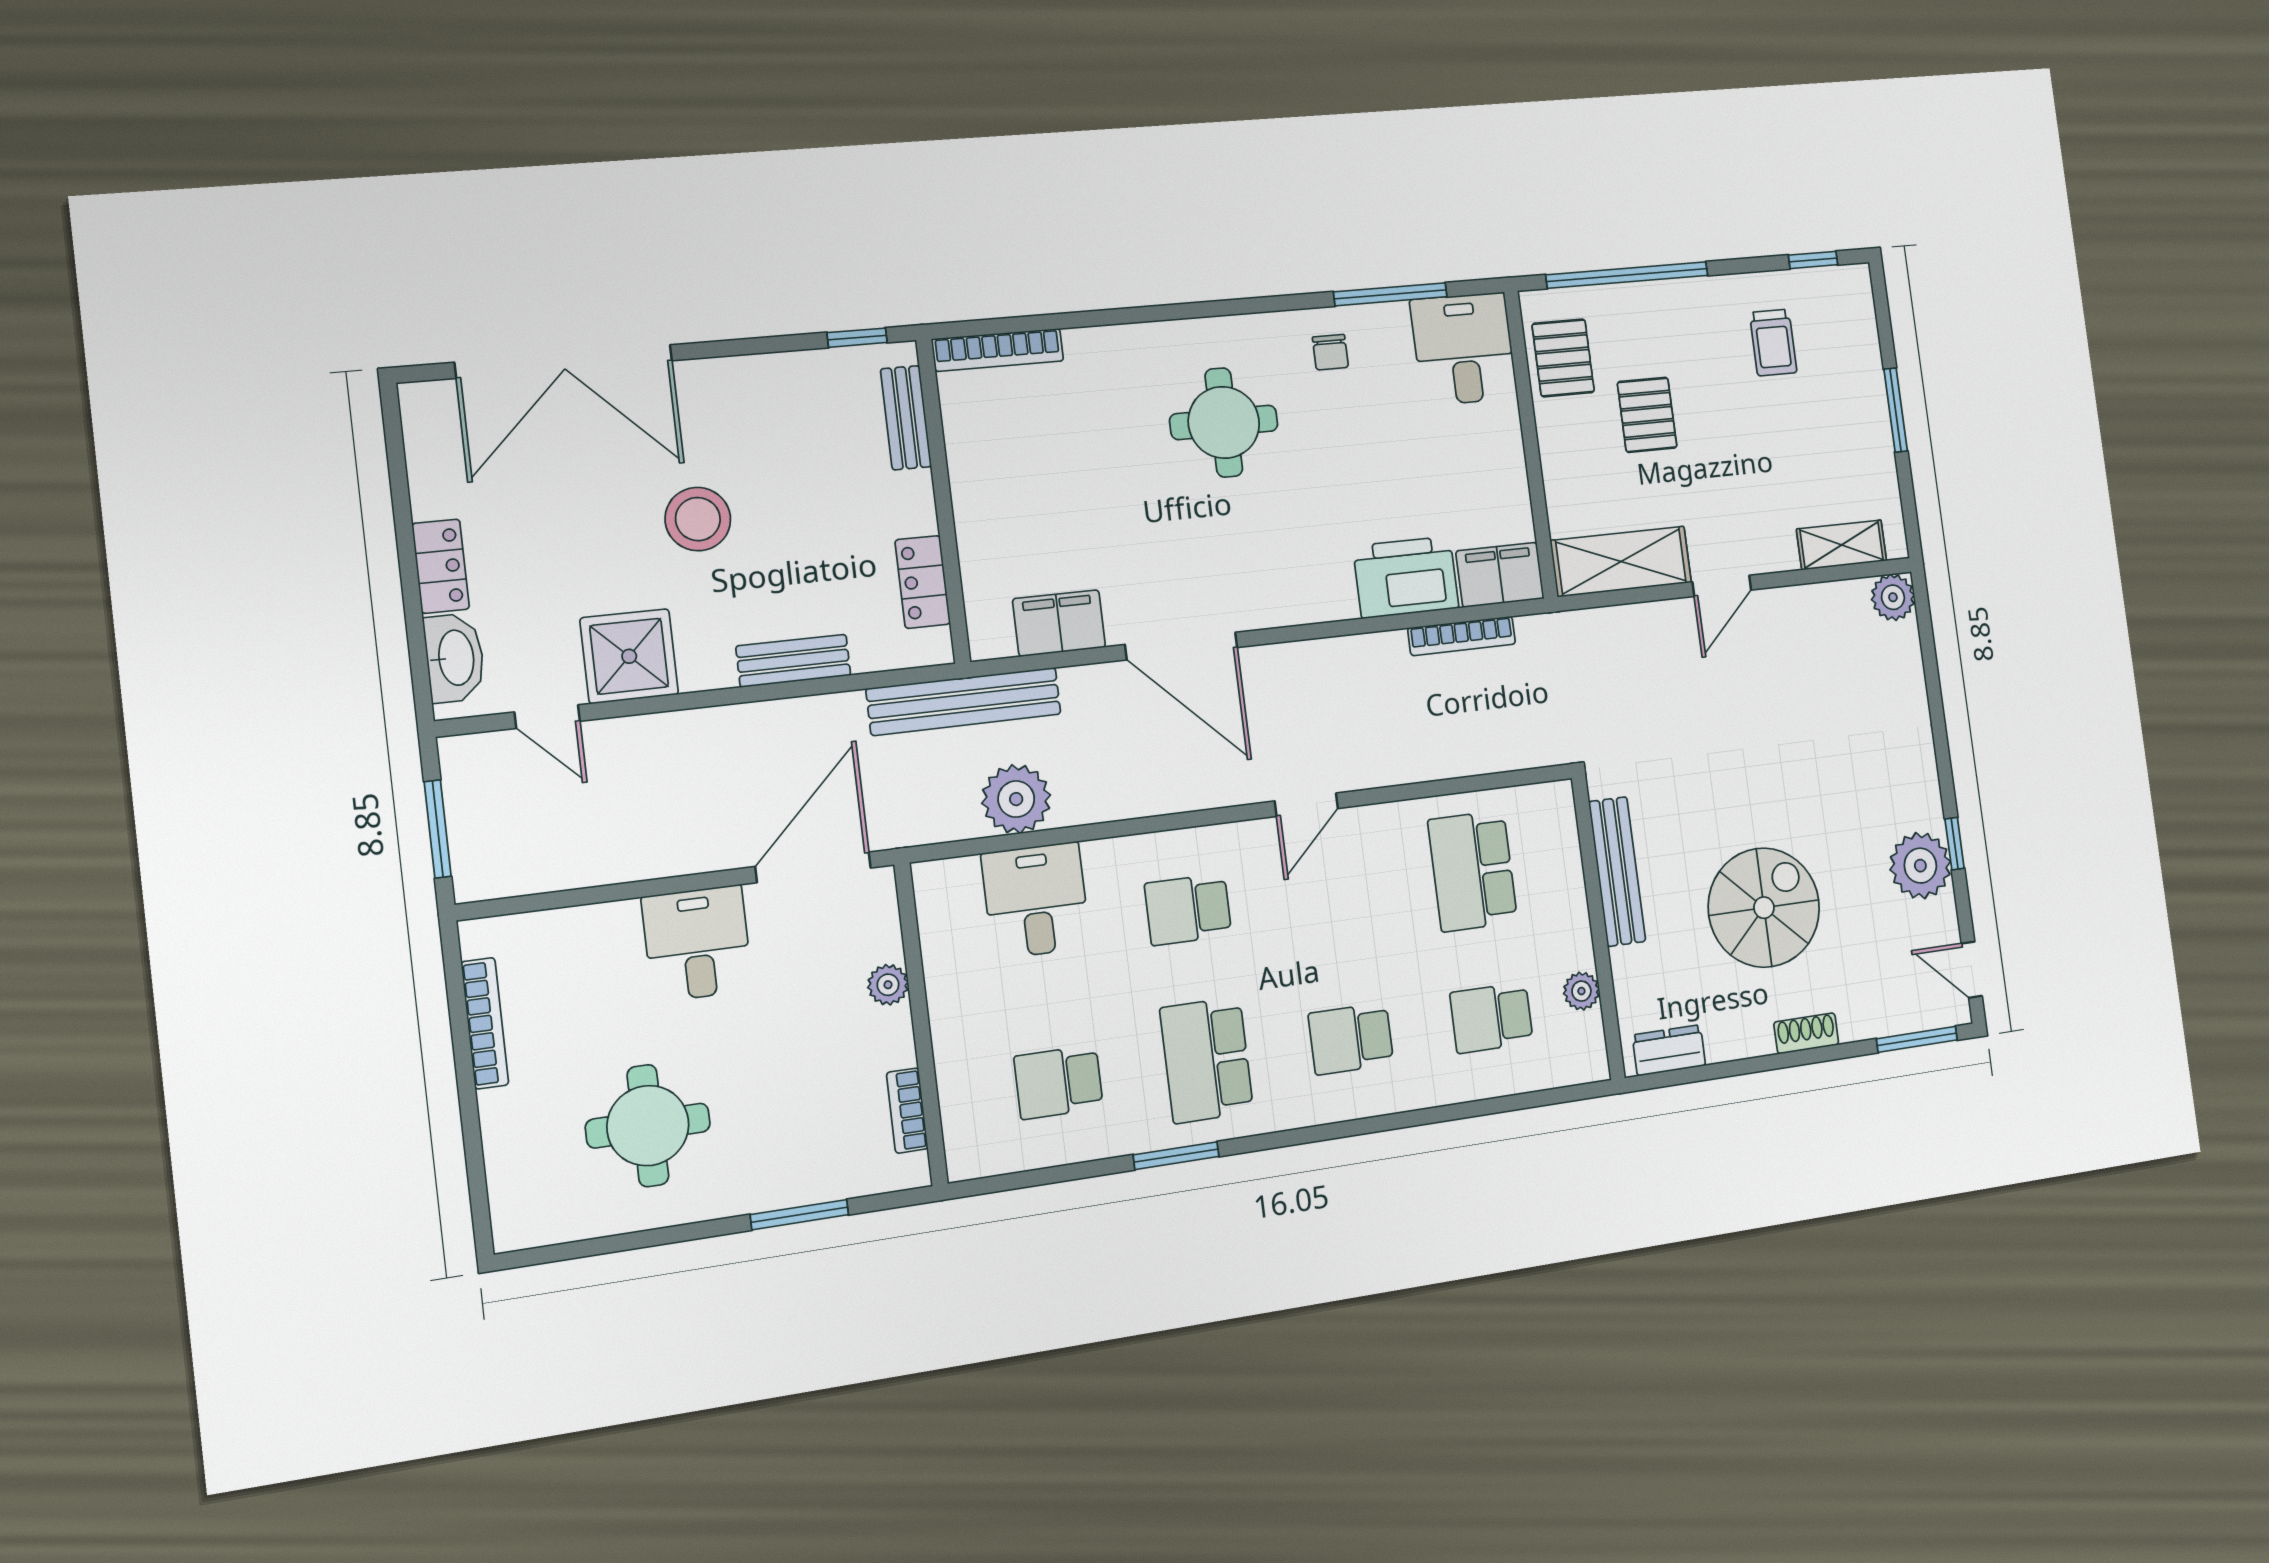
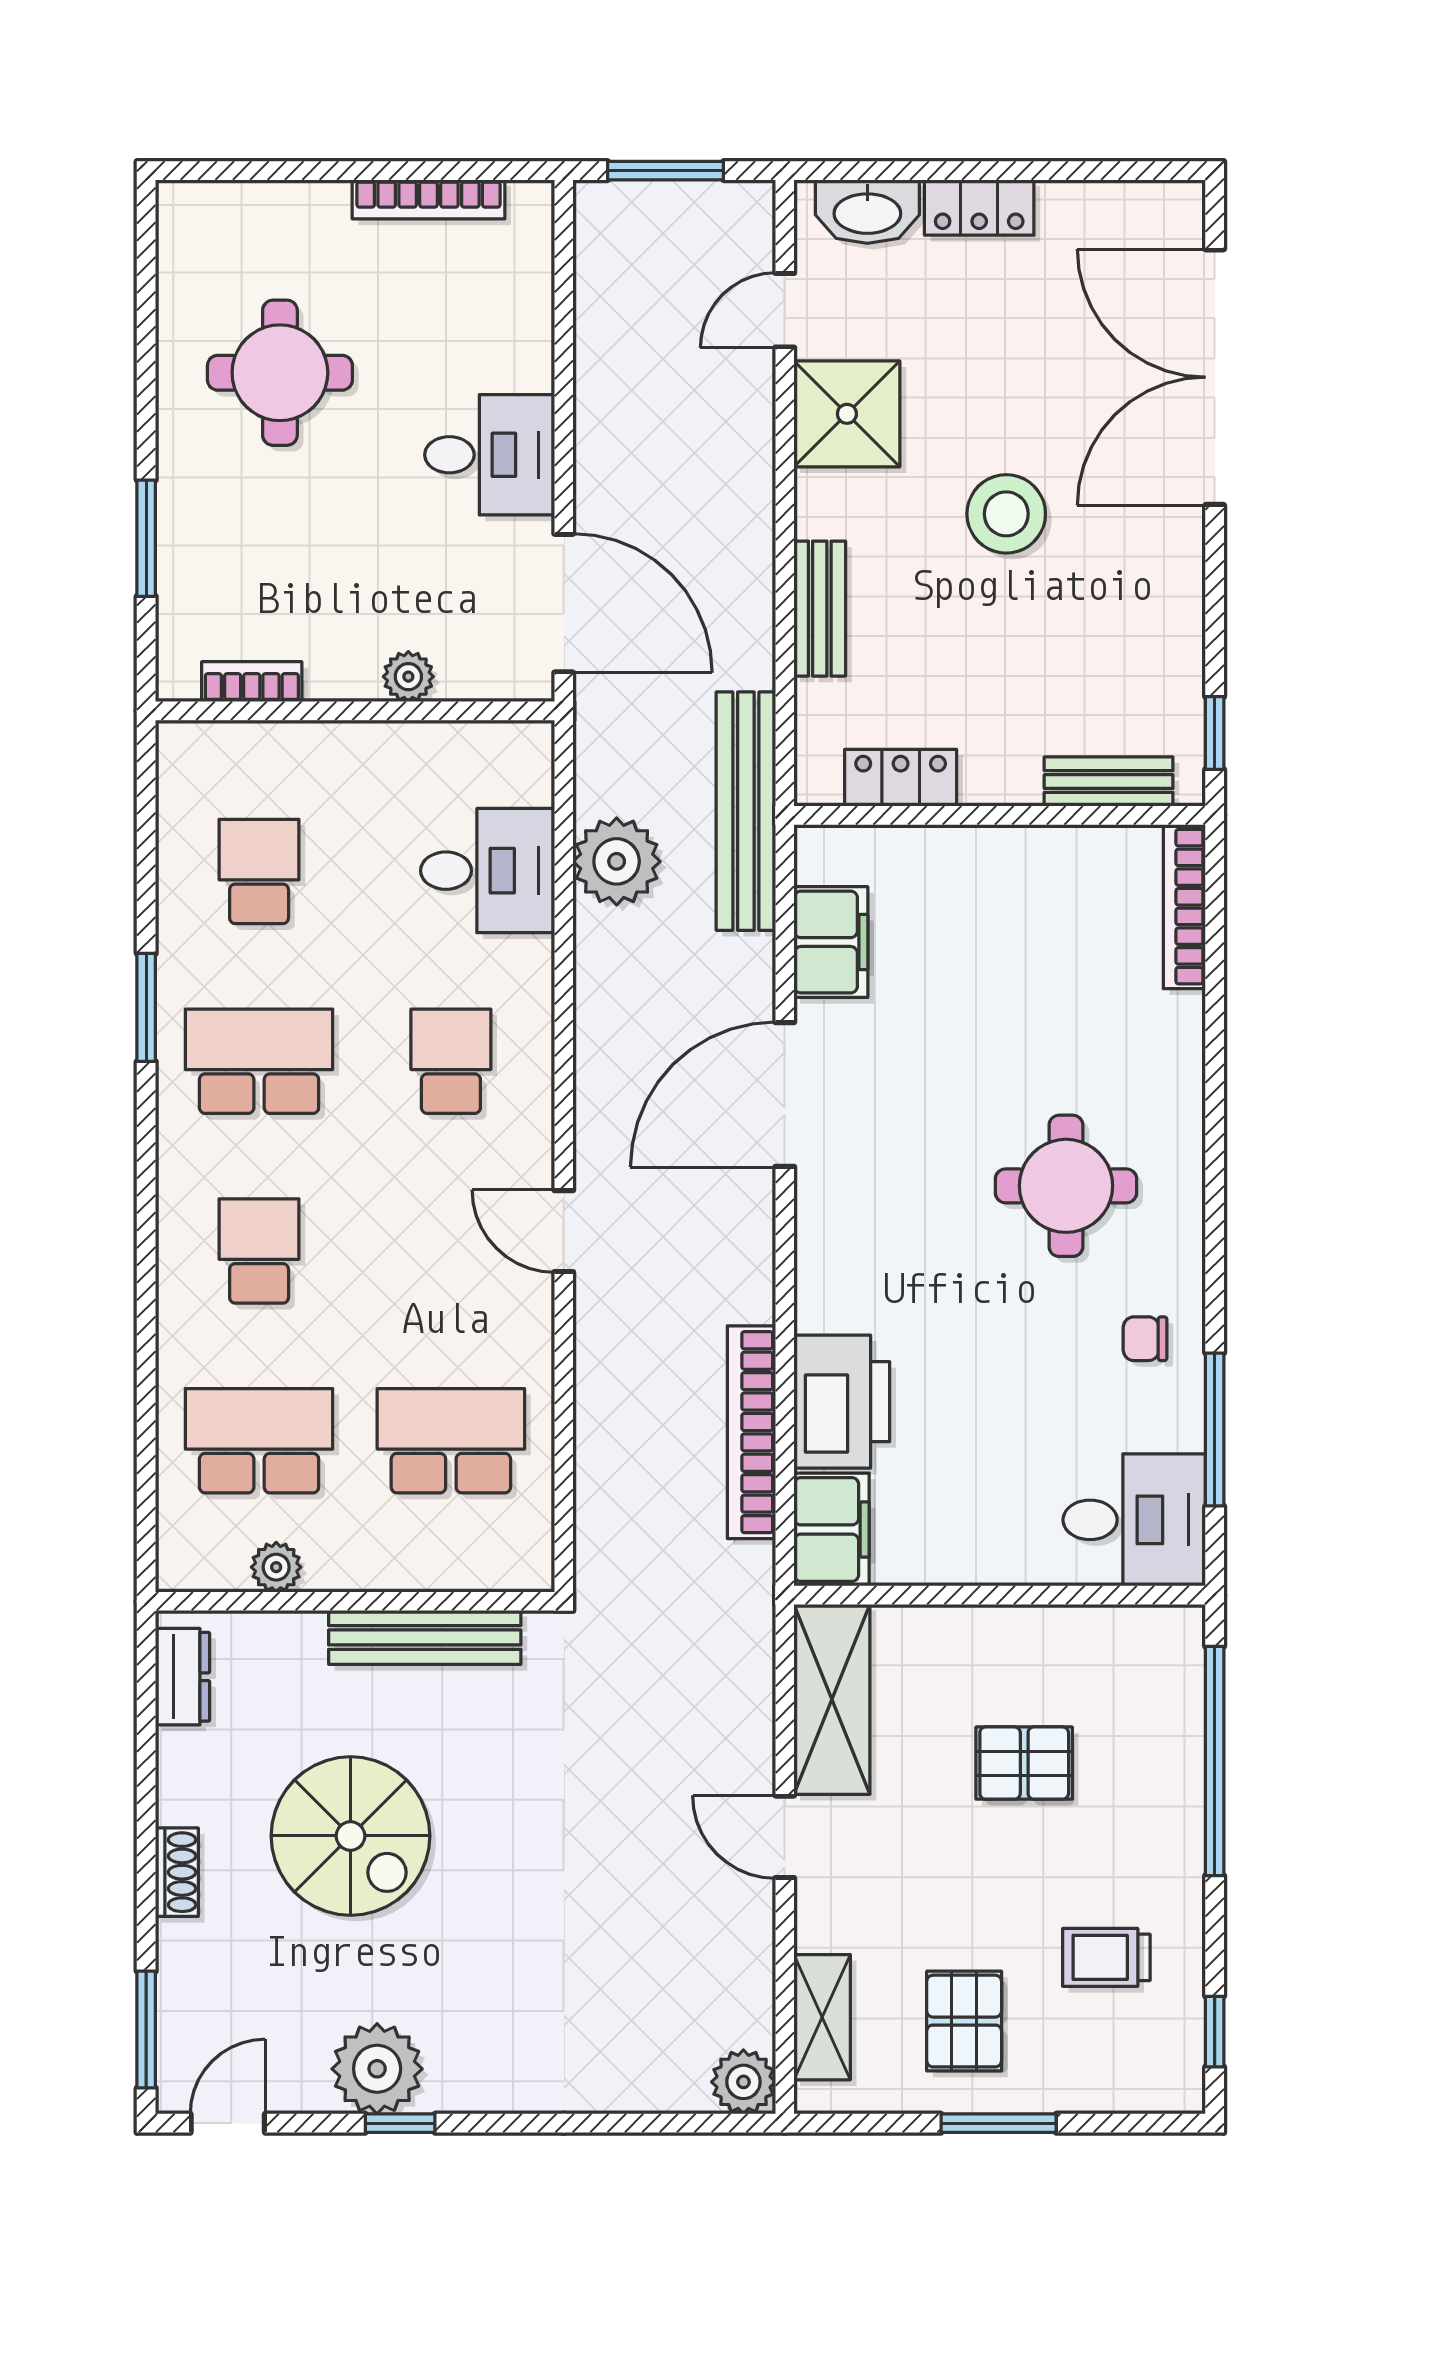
pallet: (1563, 358) -> (964, 2021), moved, turned 90
bookcase: (1462, 636) -> (751, 1432), width x1.48, depth x1.31
school desk: (1492, 1018) -> (259, 1441), width x1.85

